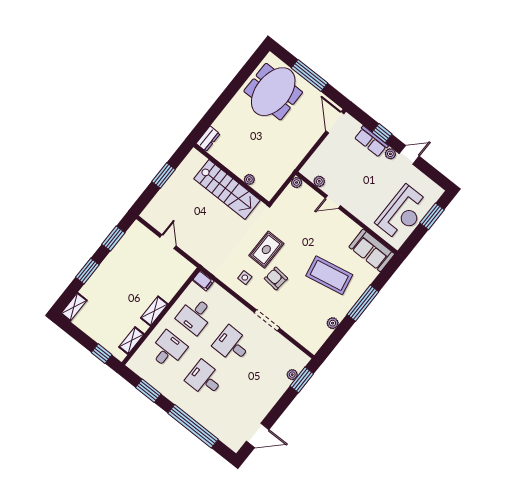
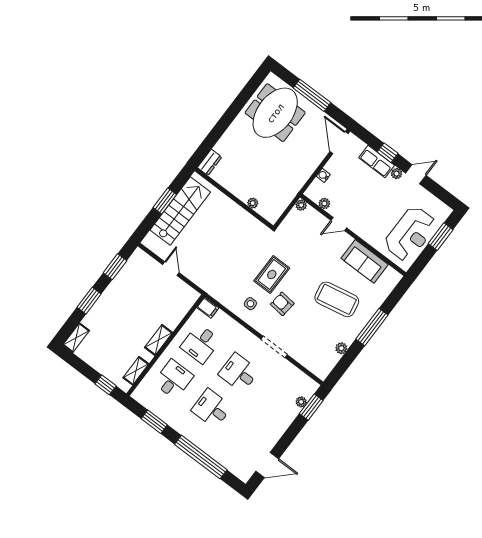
water cooler: (319, 154) -> (323, 175), added
stairs: (227, 189) -> (180, 211), moved, turned -90
sofa: (372, 250) -> (365, 261), moved

